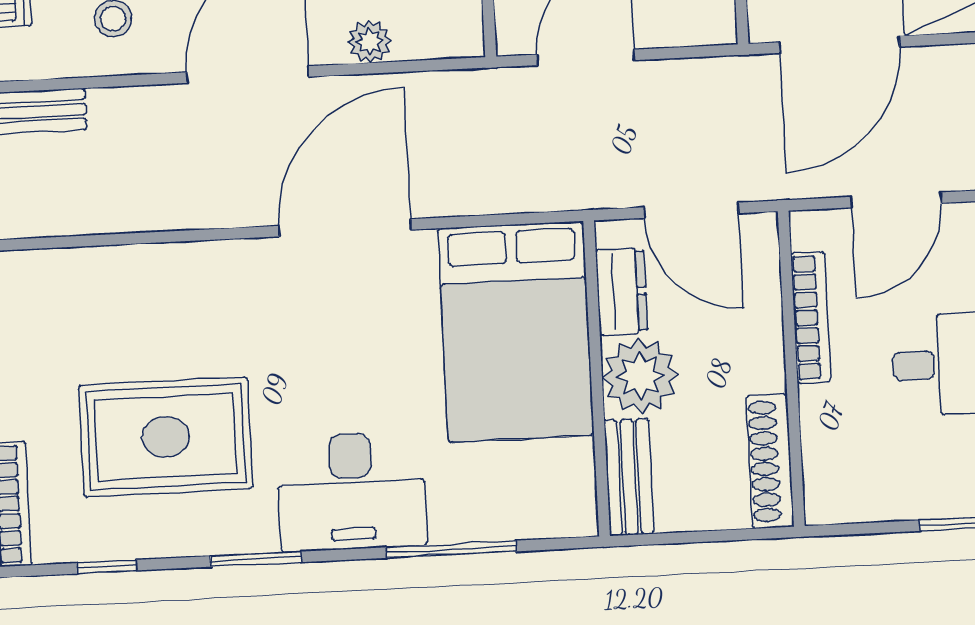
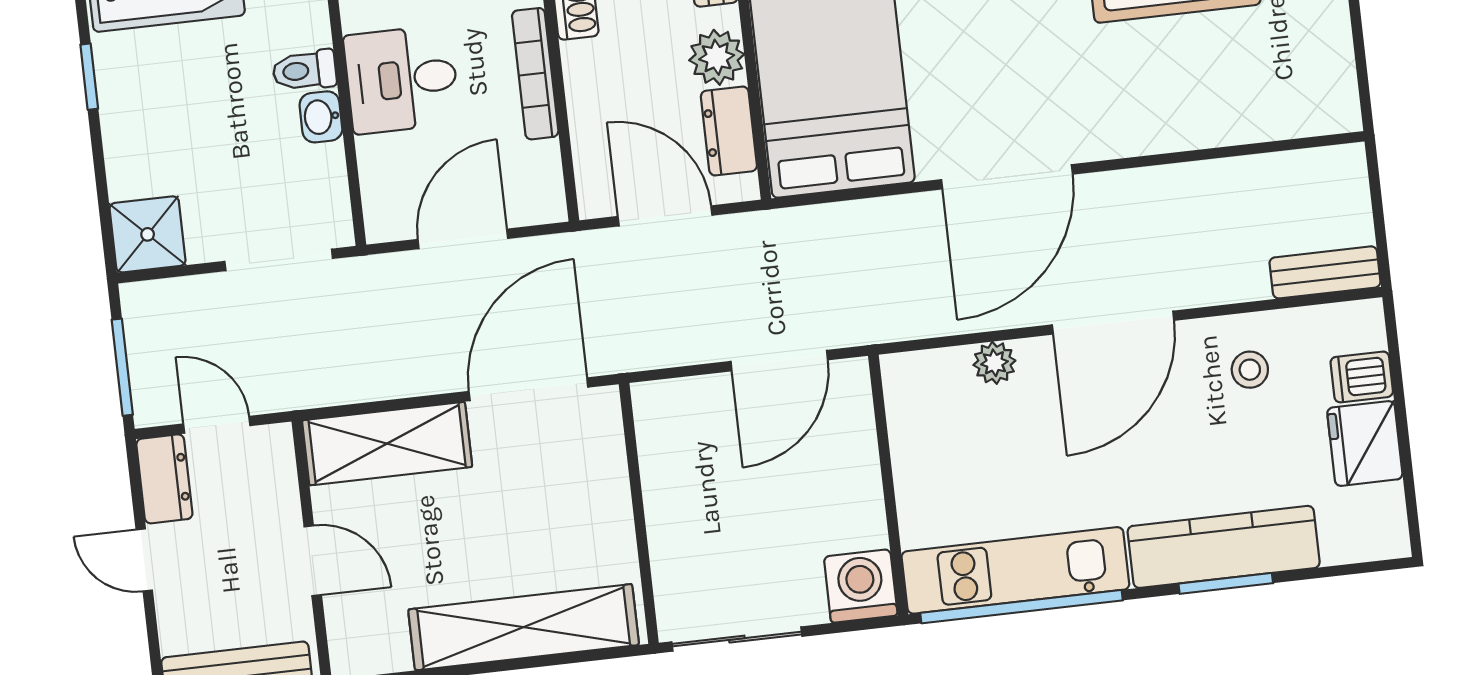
bookcase: (811, 318) -> (535, 74), moved
plant: (640, 376) -> (717, 57), width x0.73, depth x0.73

